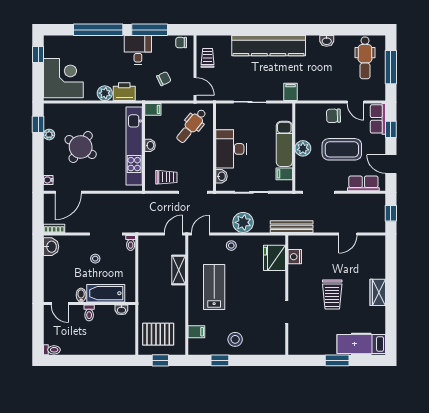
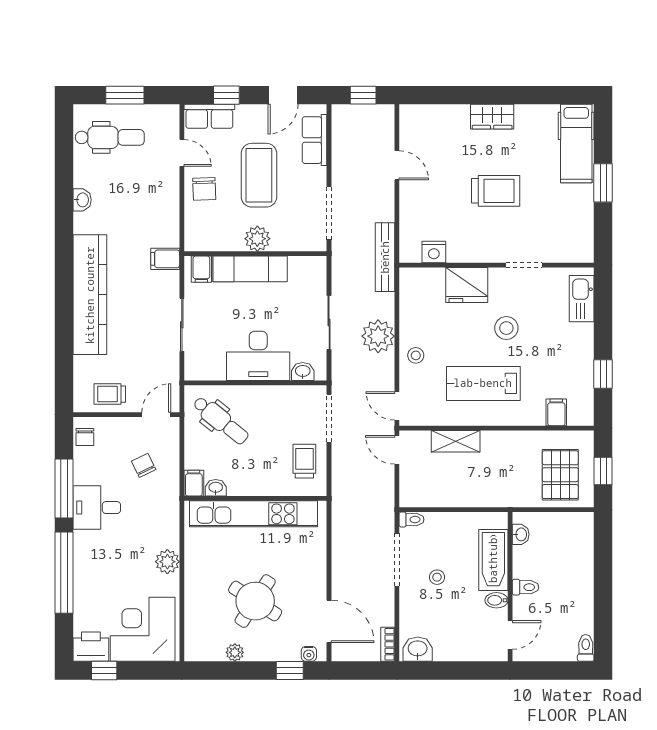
window: (391, 67) -> (125, 95), width x0.69
printer: (124, 92) -> (91, 647), moved, turned 90
door: (355, 102) -> (182, 153), hinge flipped
window: (38, 124) -> (290, 670), moved
washbasin: (150, 145) -> (216, 488), moved
filing cabinet: (284, 174) -> (201, 269), moved
fridge: (274, 258) -> (467, 285), moved
stool: (235, 339) -> (506, 328), moved
kitchen sink: (266, 347) -> (582, 299), added

